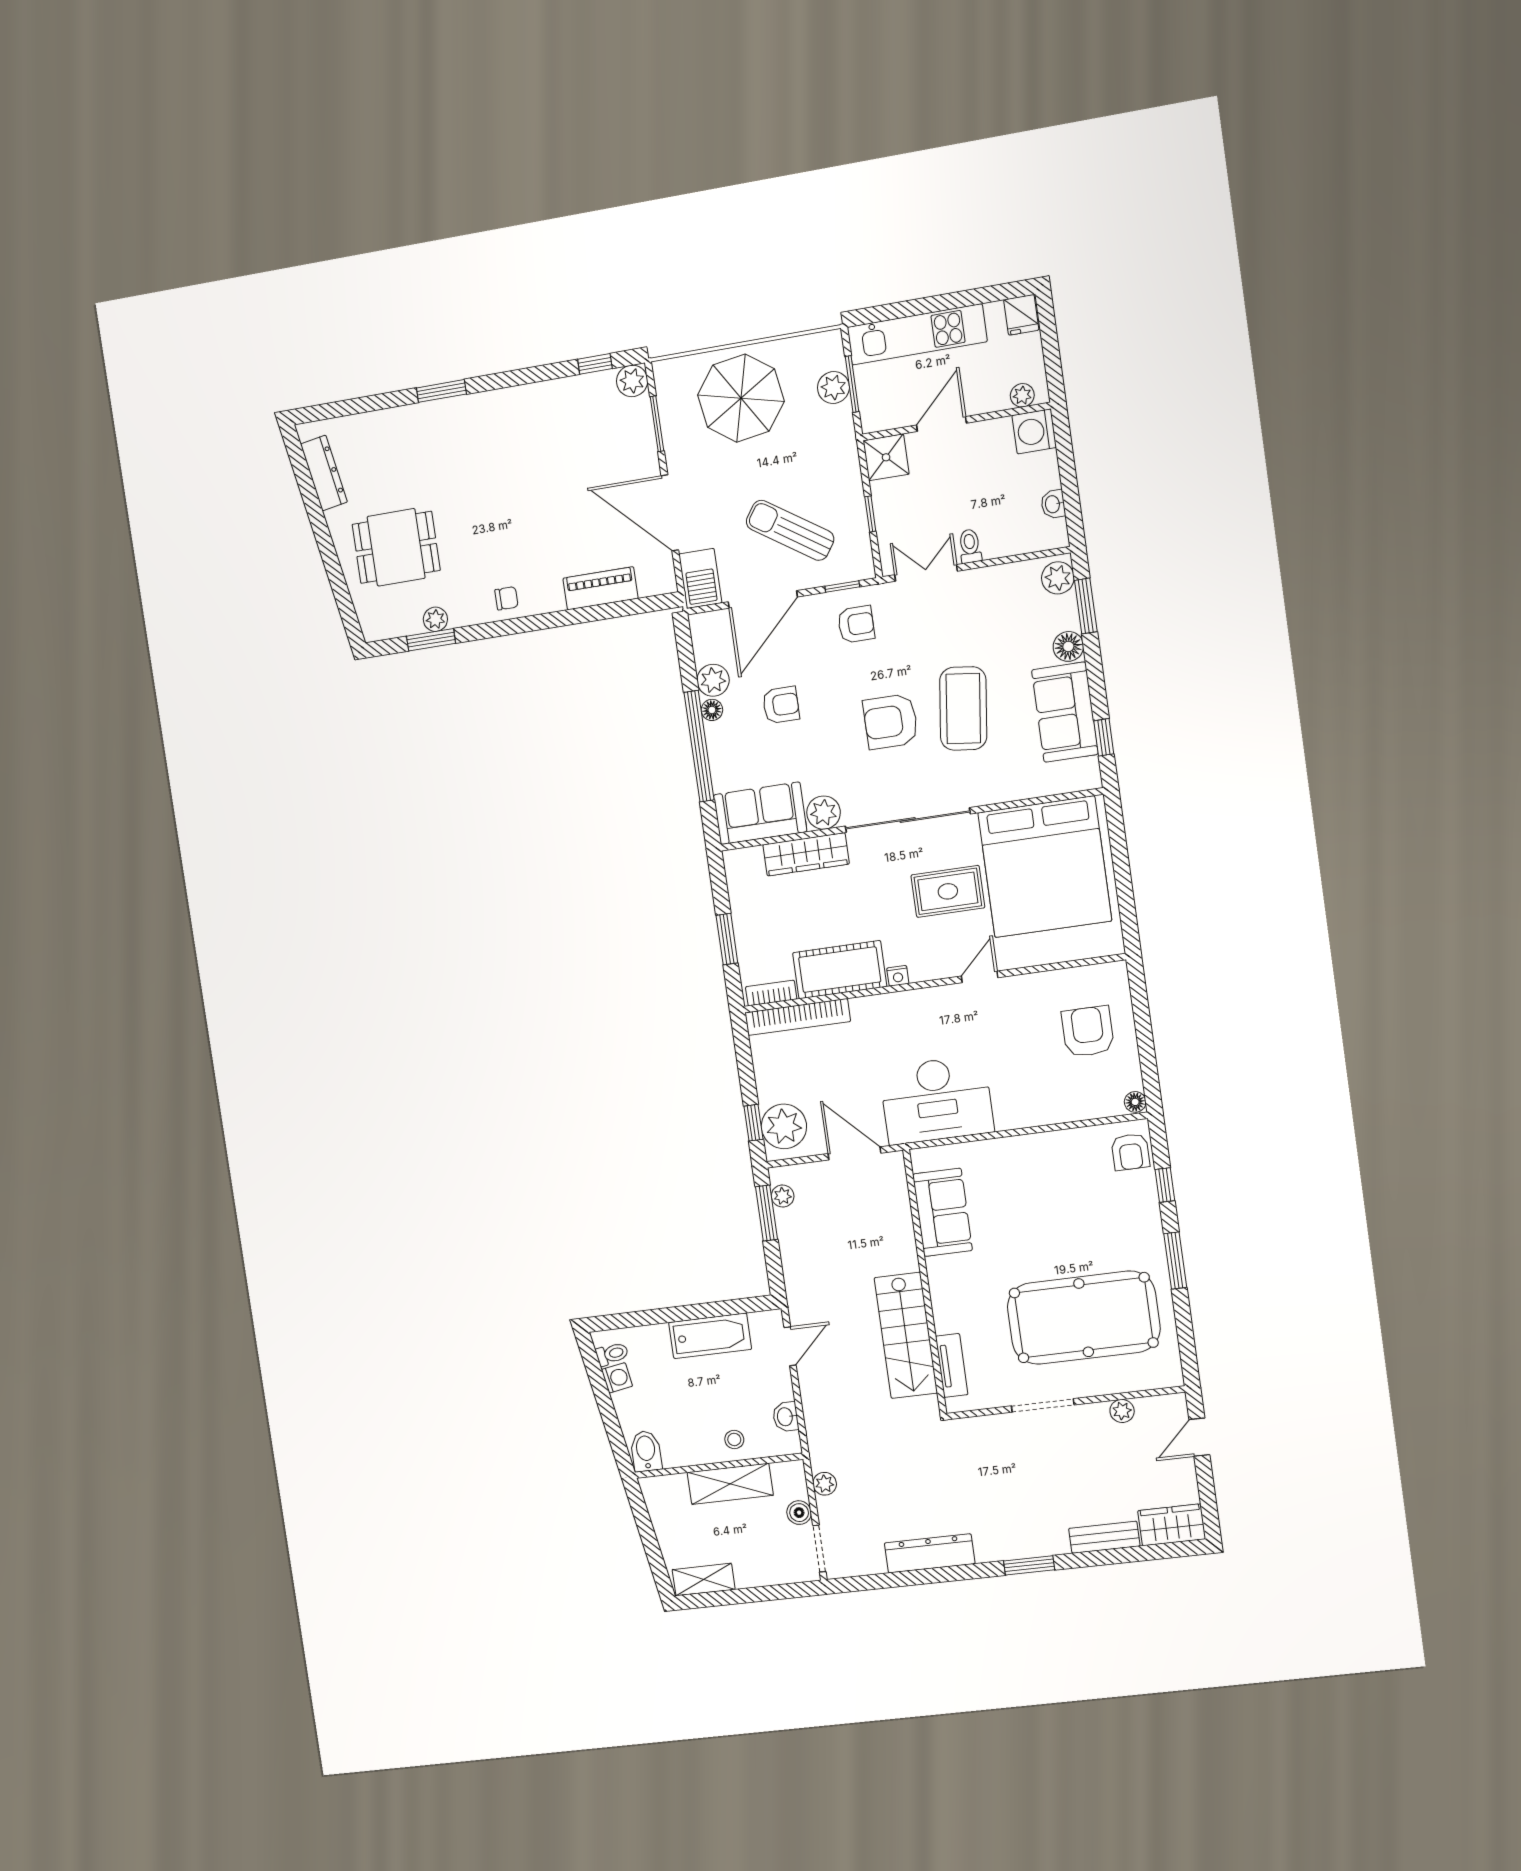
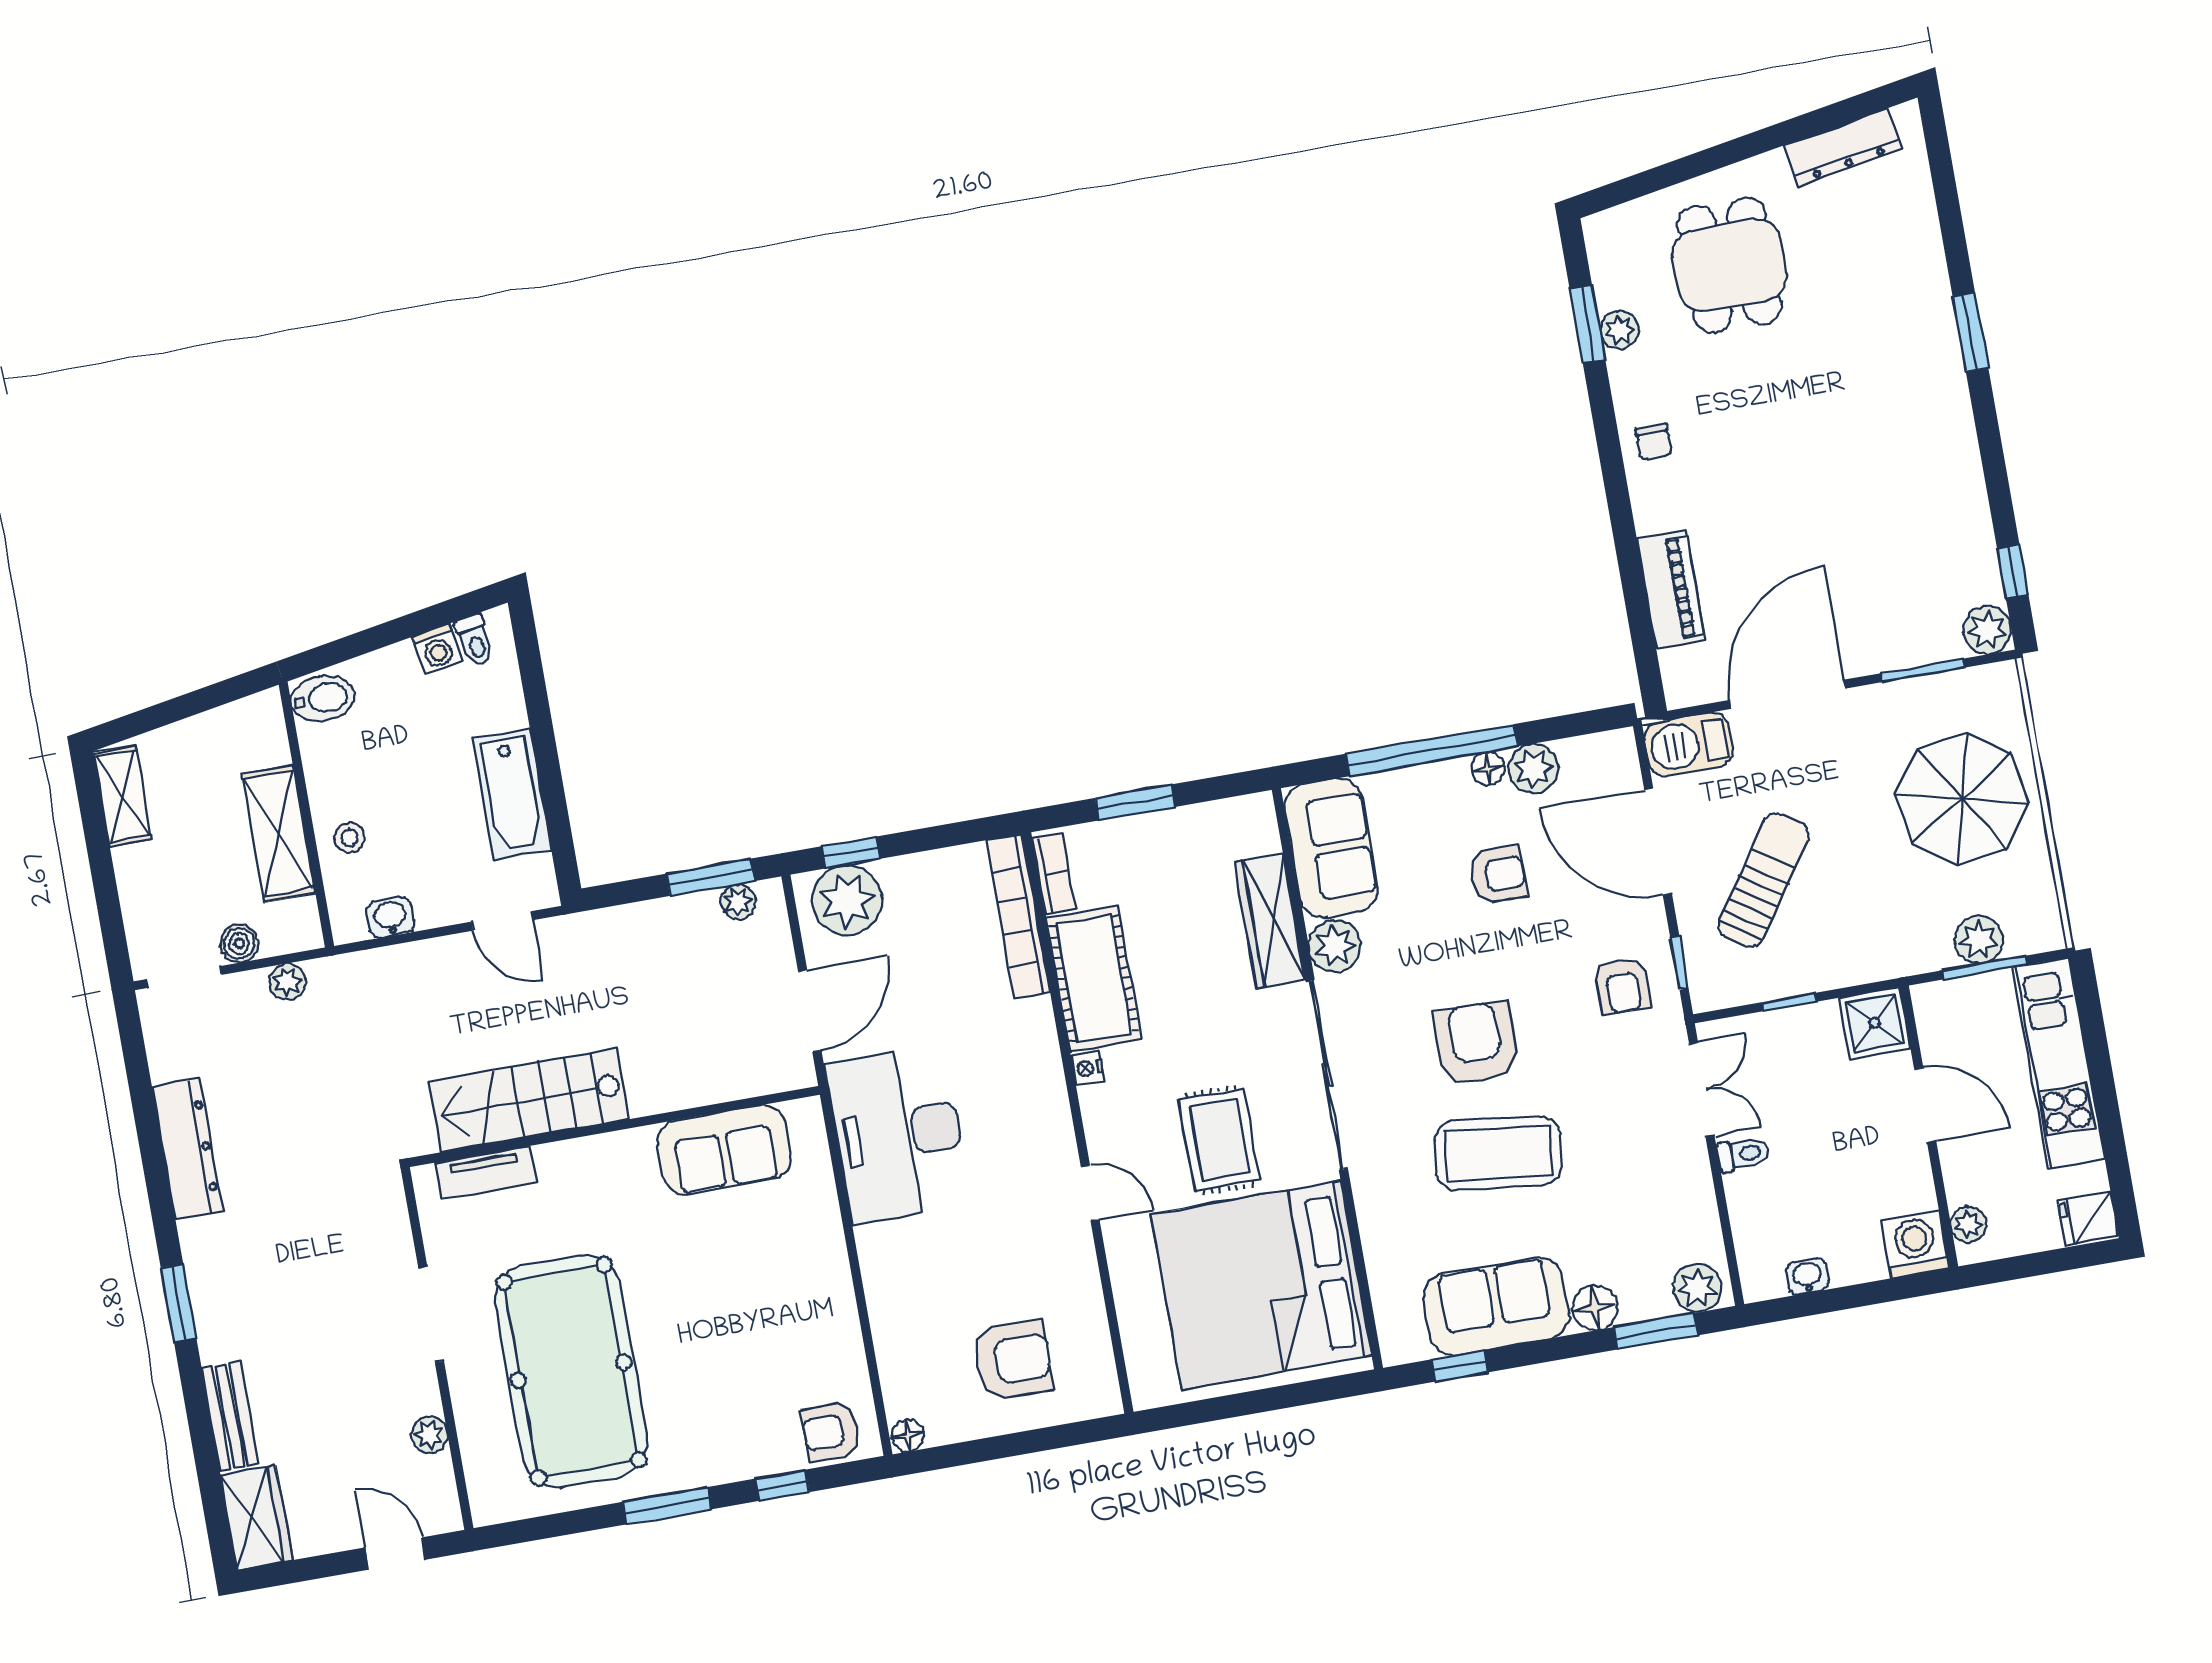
armchair: (781, 705) -> (1498, 875), turned -90

